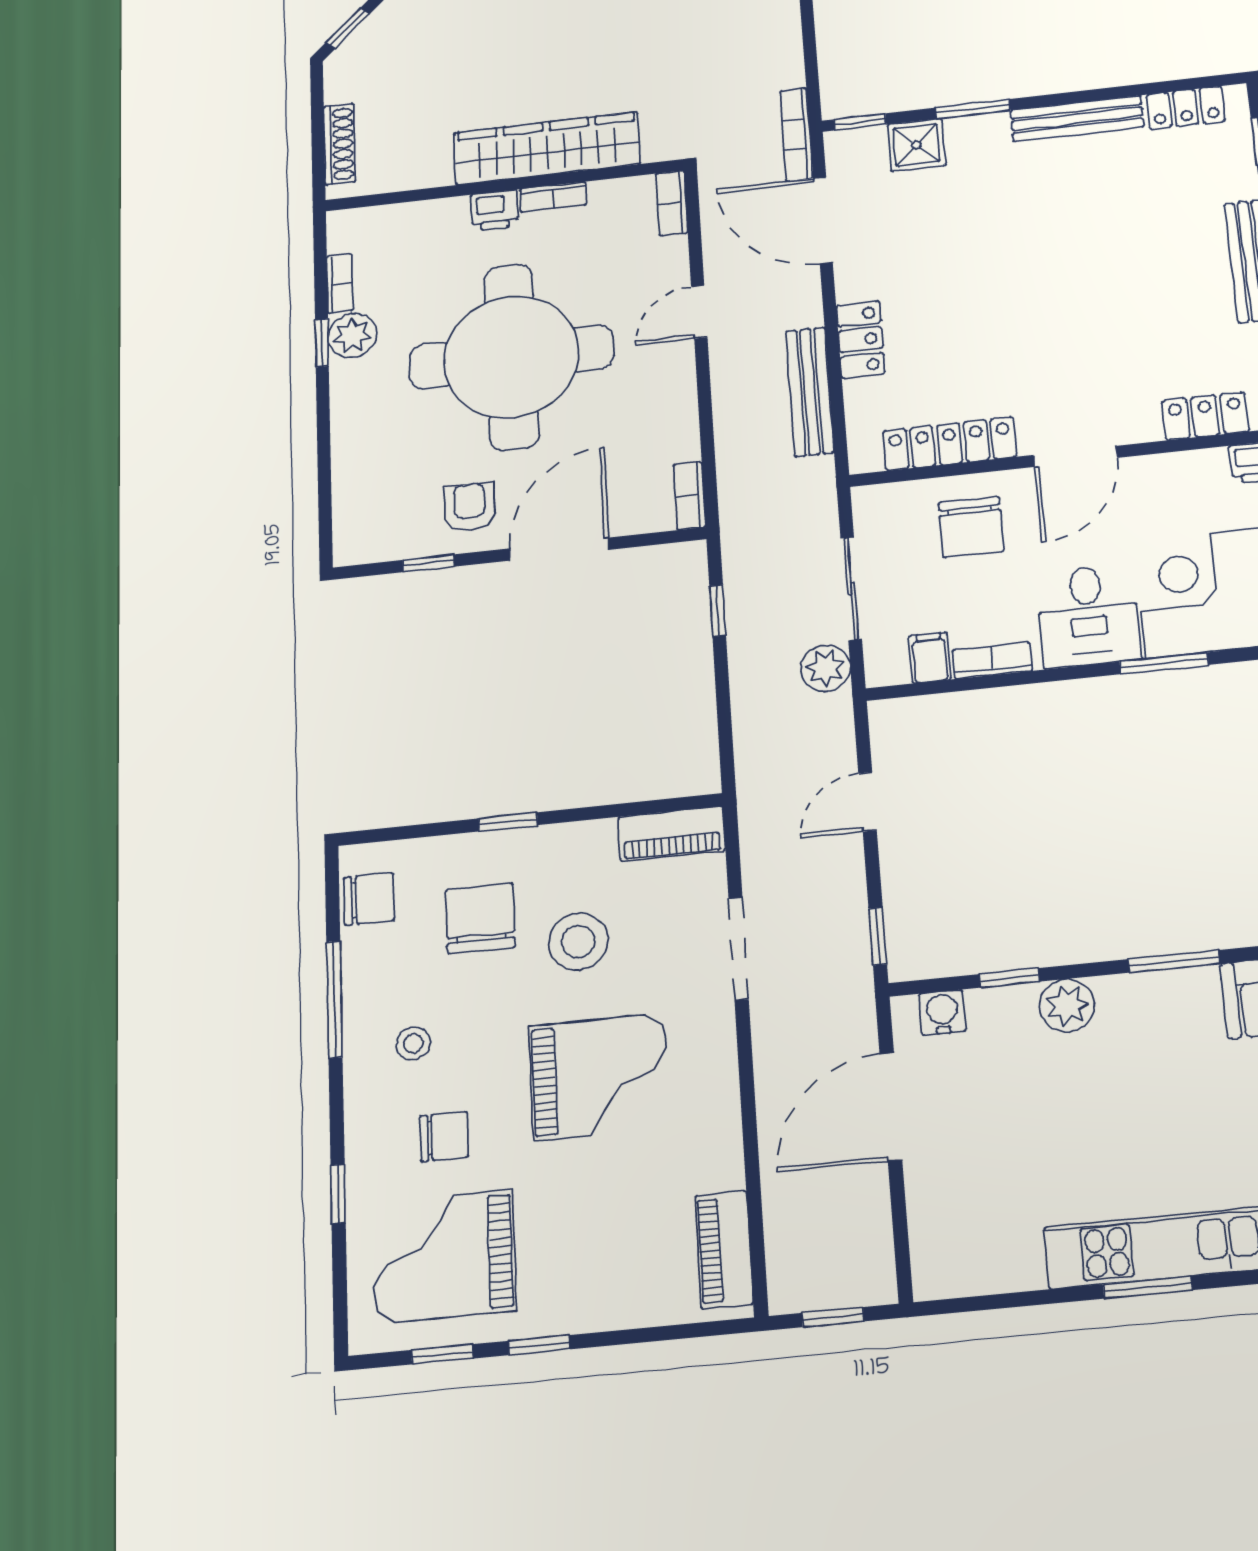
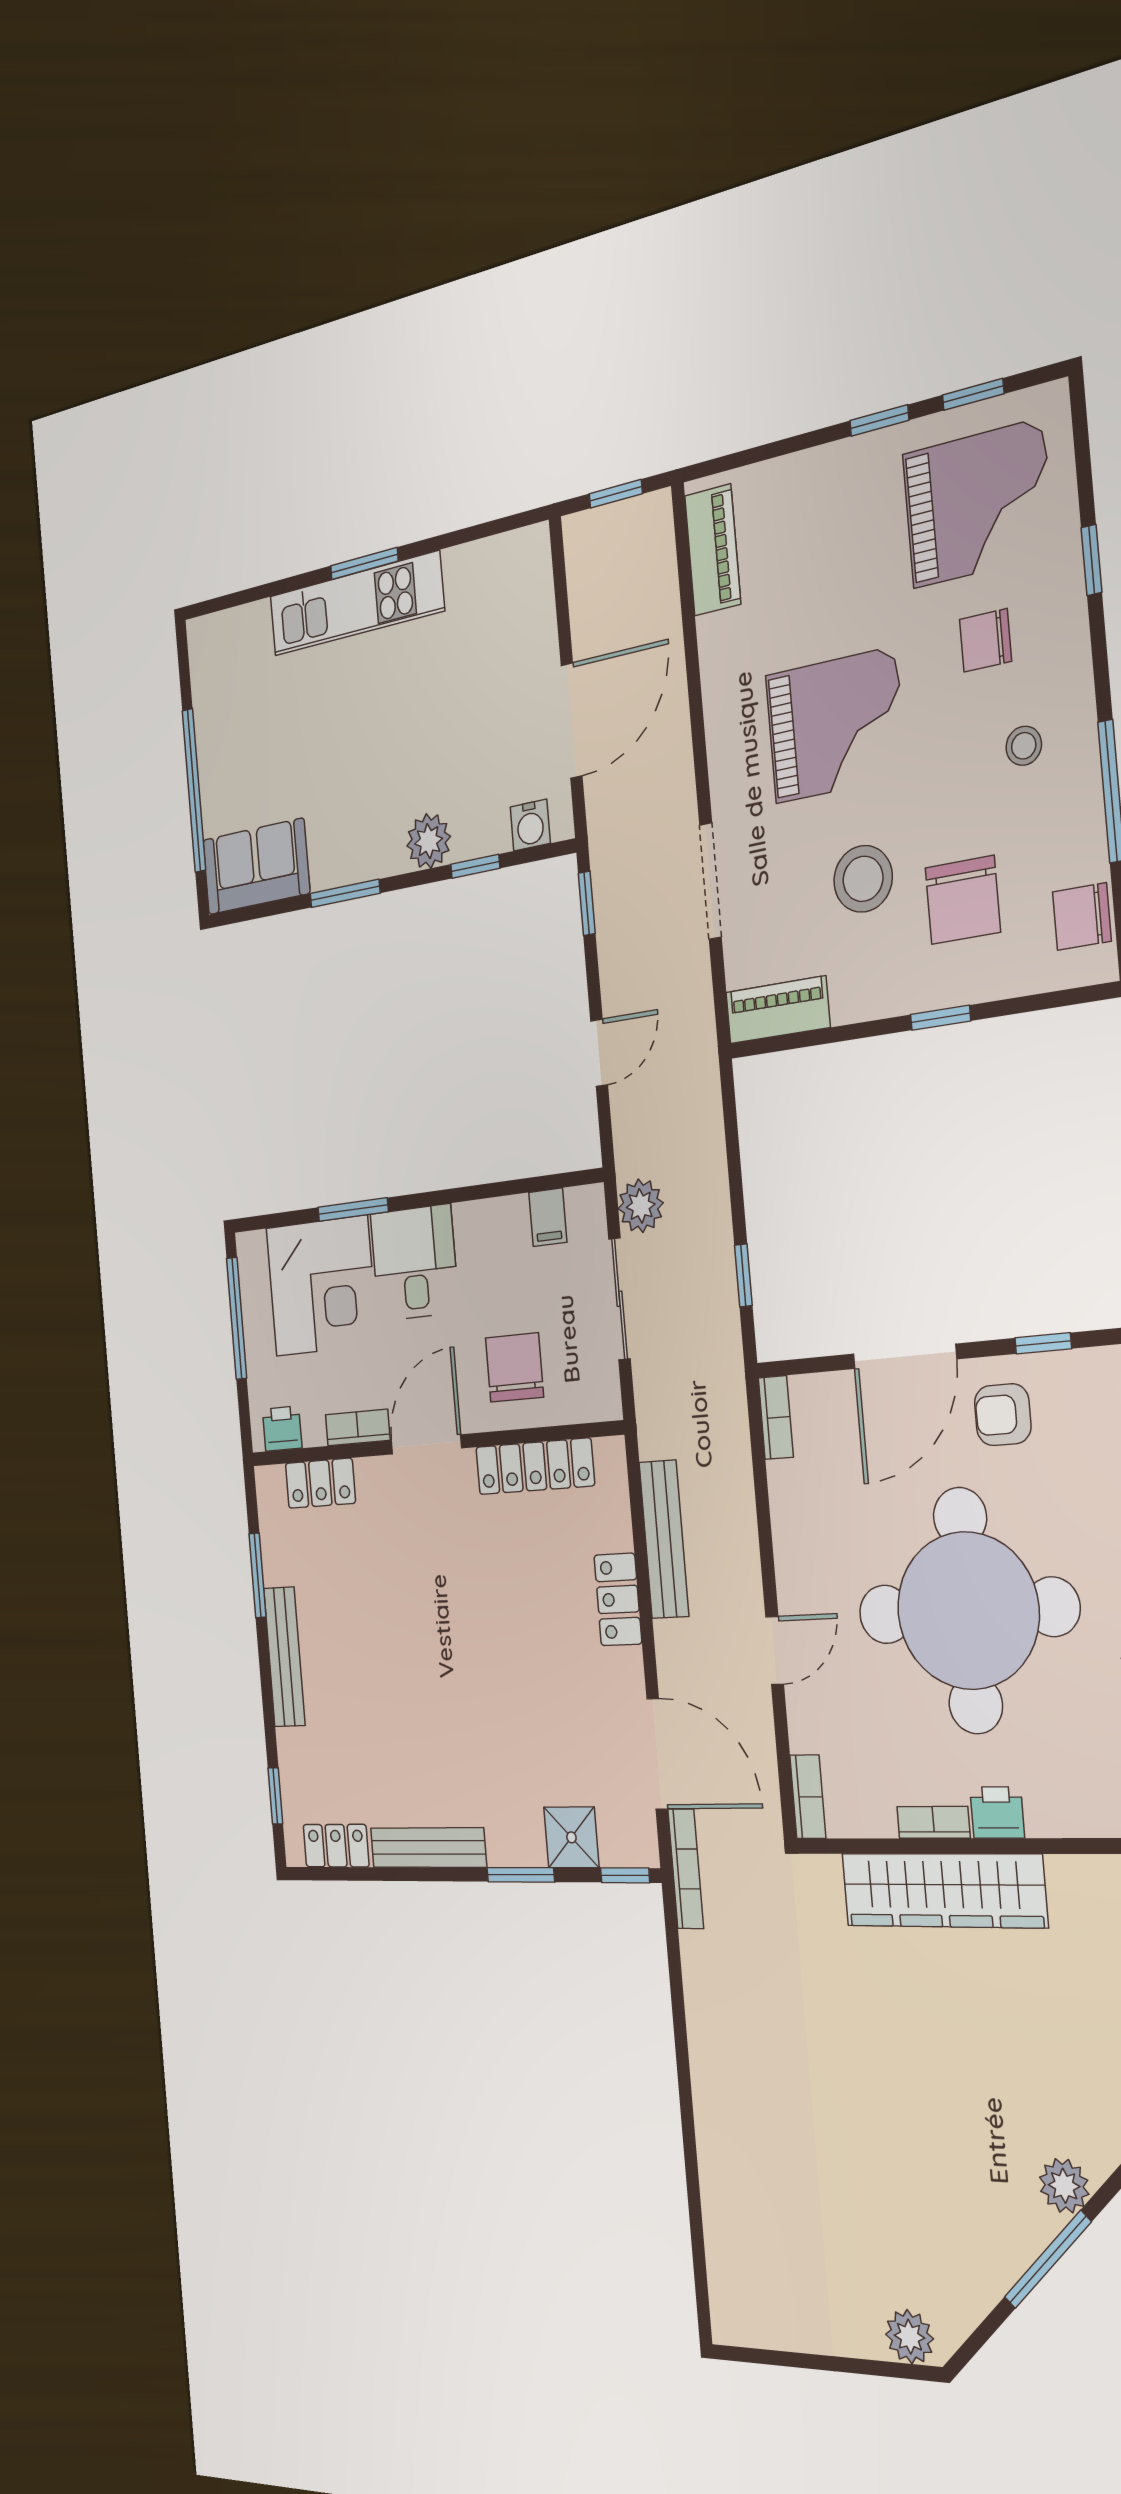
armchair: (469, 507) -> (1003, 1415), turned 90
bookcase: (992, 661) -> (358, 1428), moved, turned 180
grand piano: (599, 1077) -> (835, 725), turned 180

